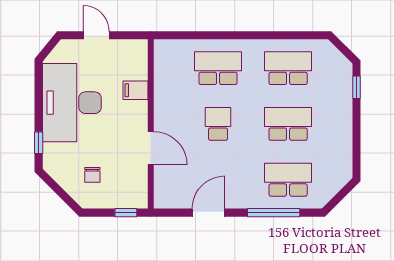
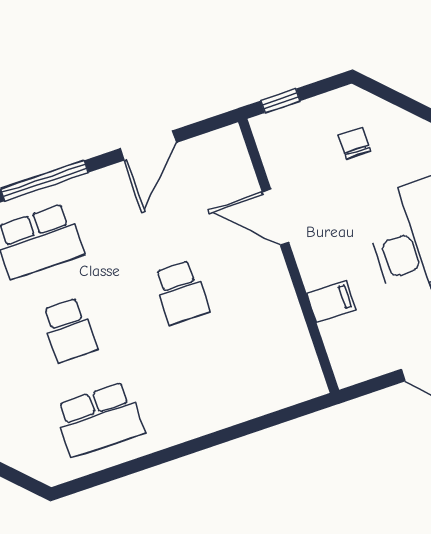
school desk: (218, 68) -> (211, 381), removed
school desk: (288, 124) -> (69, 330), width x0.54

